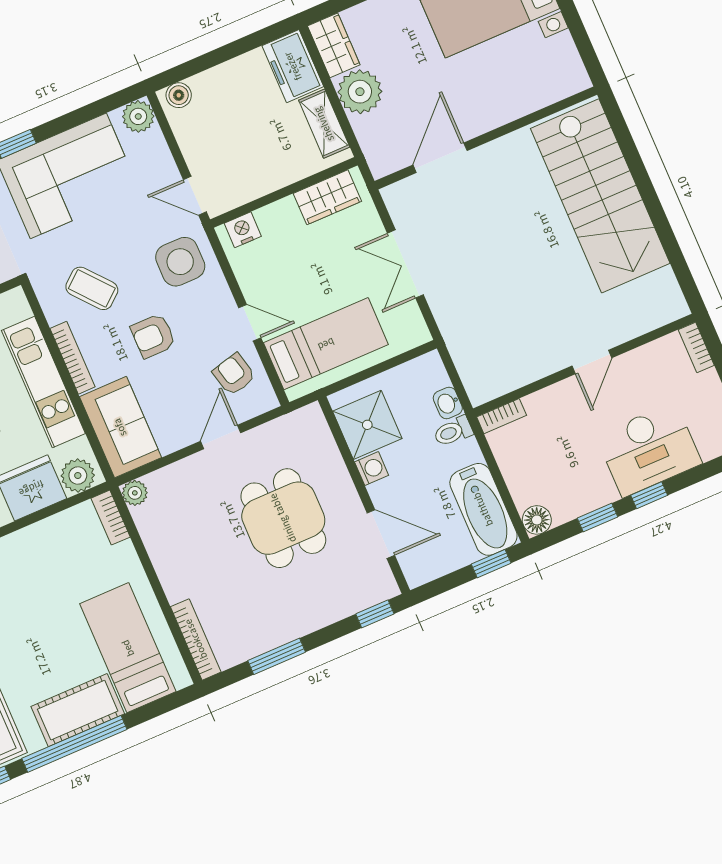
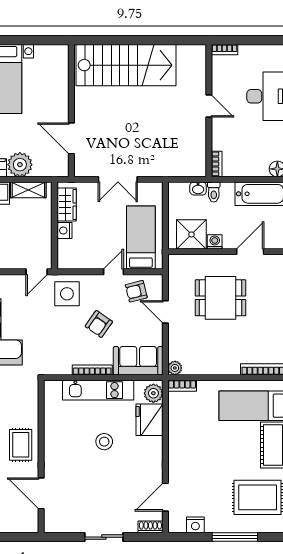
nightstand: (243, 230) -> (64, 230), moved
coffee table: (92, 288) -> (61, 345), removed
armchair: (153, 336) -> (99, 324), turned 35

